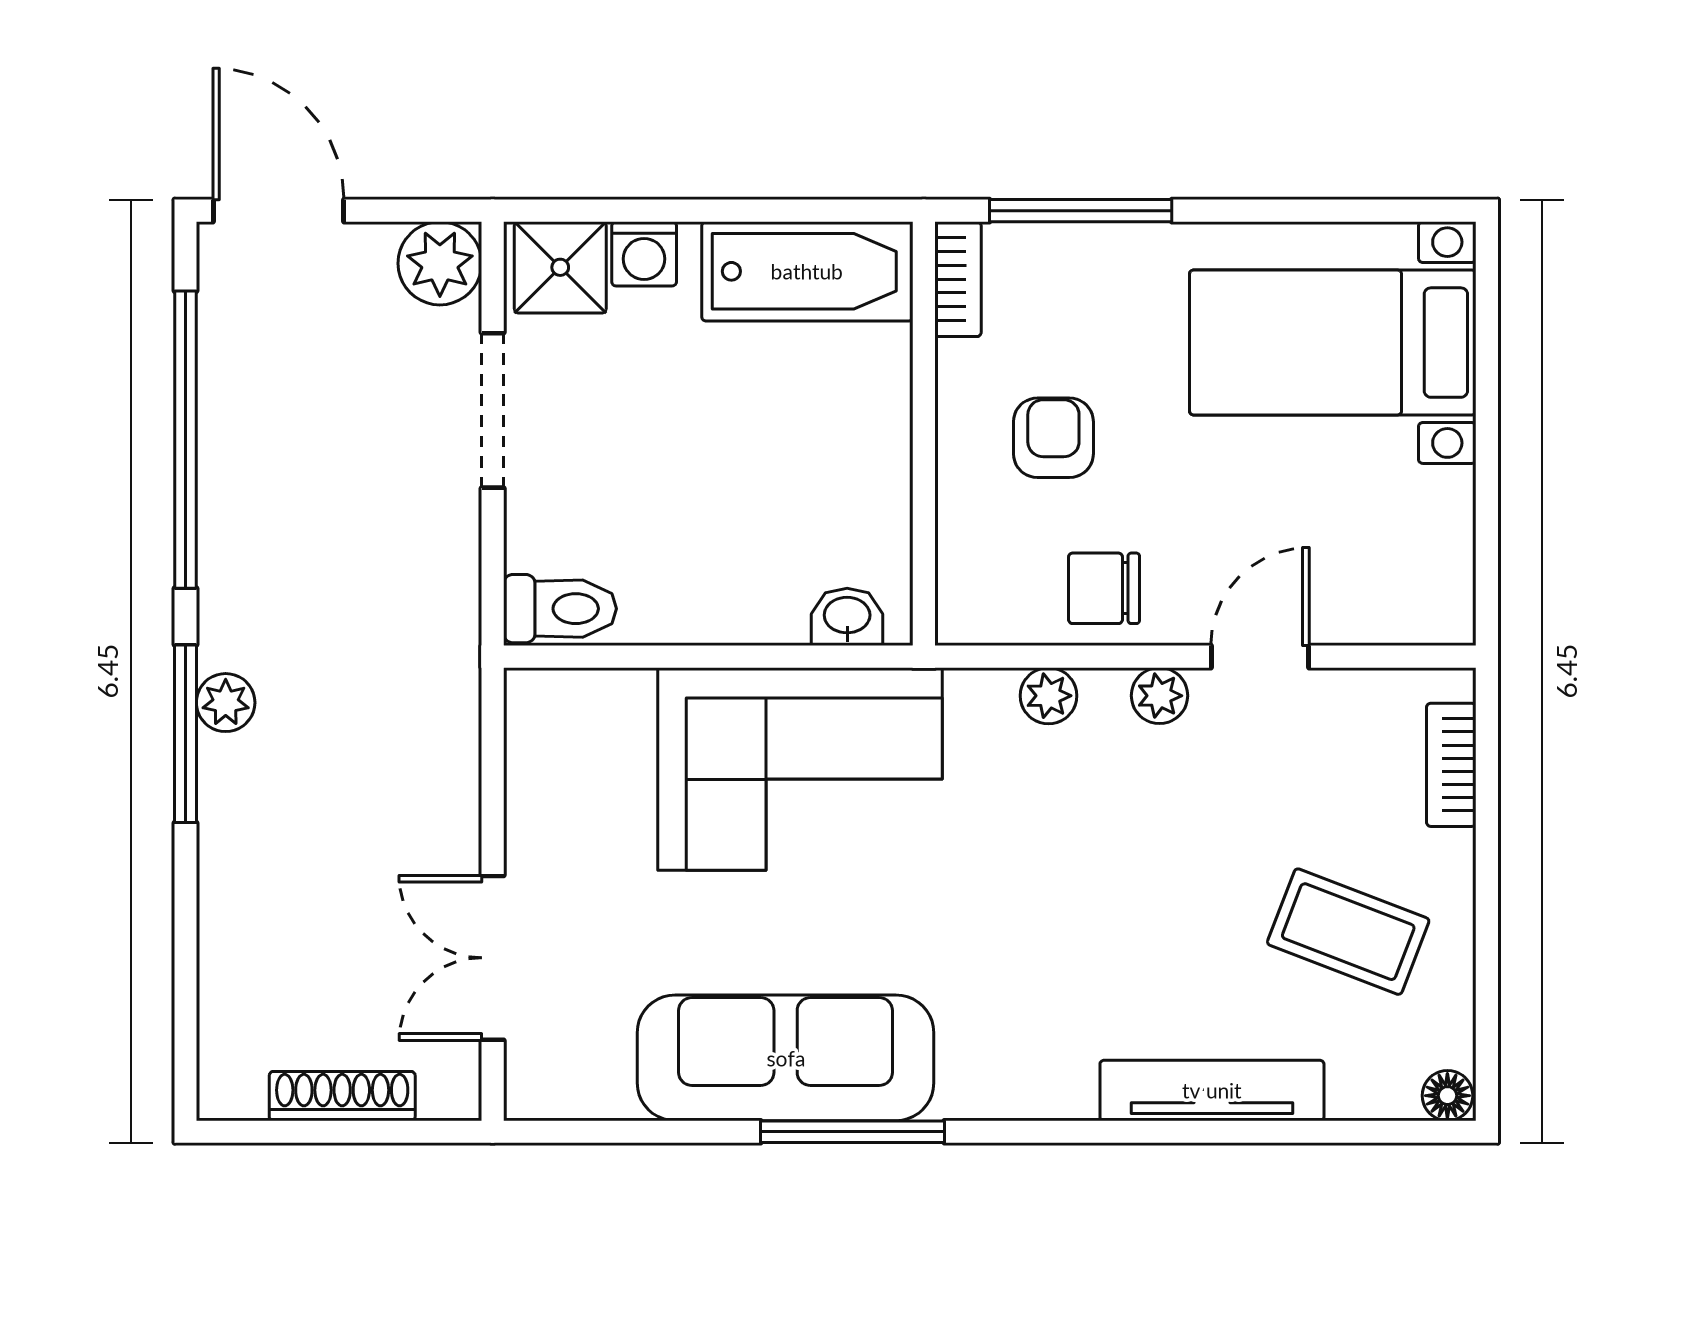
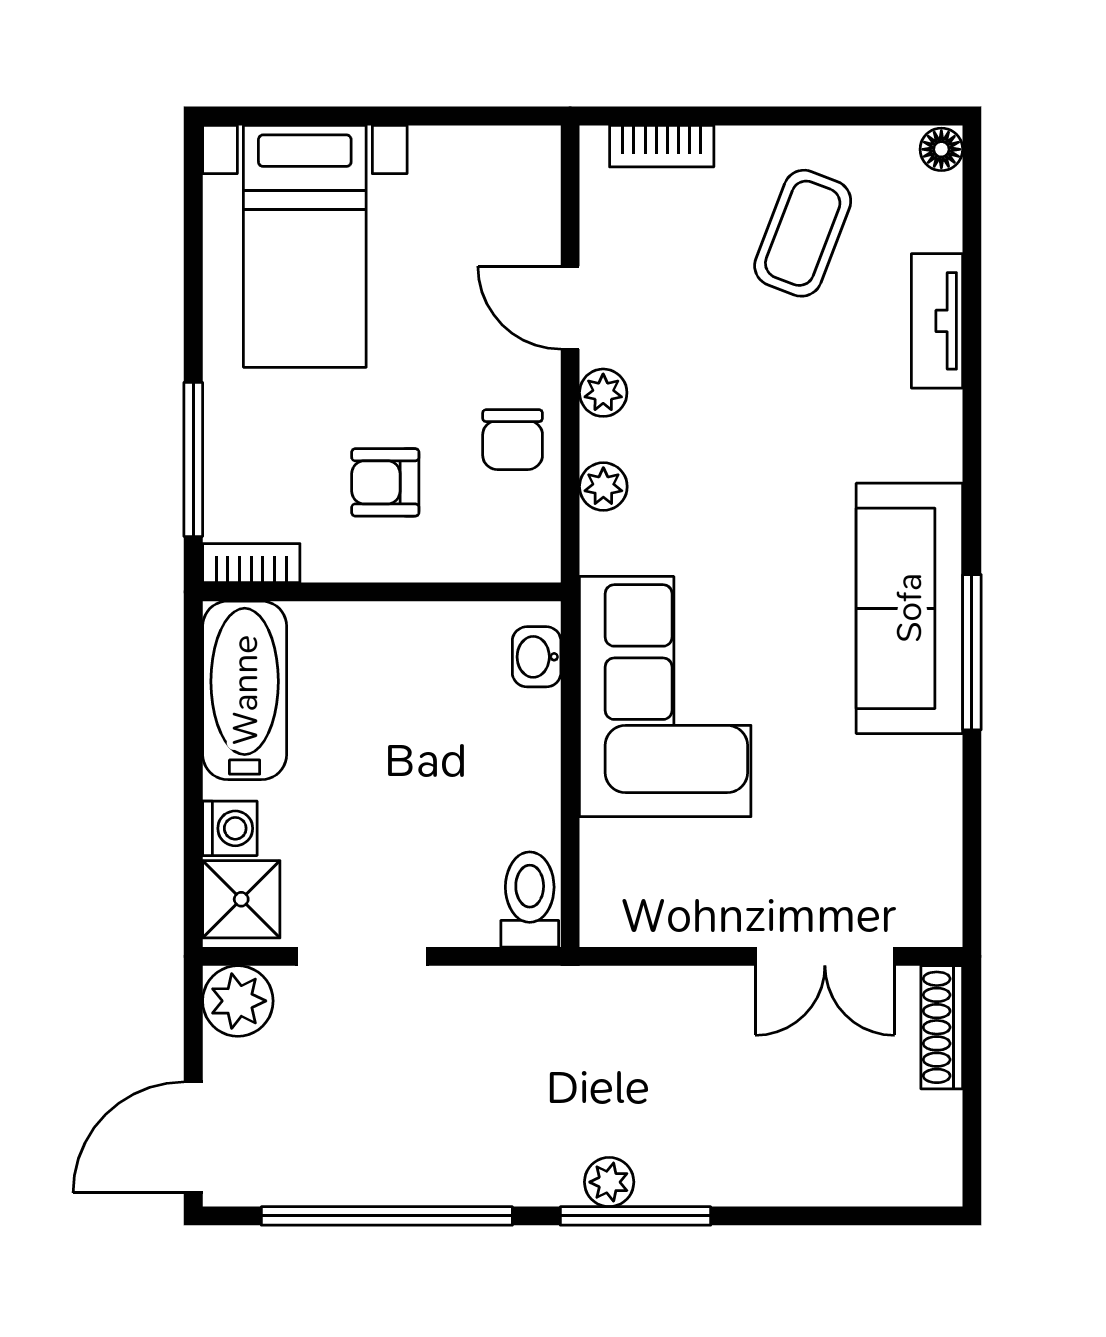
sofa: (786, 1058) -> (909, 608), moved
tv unit: (1212, 1090) -> (937, 321), width x0.71
shoe rack: (342, 1096) -> (942, 1027), moved

